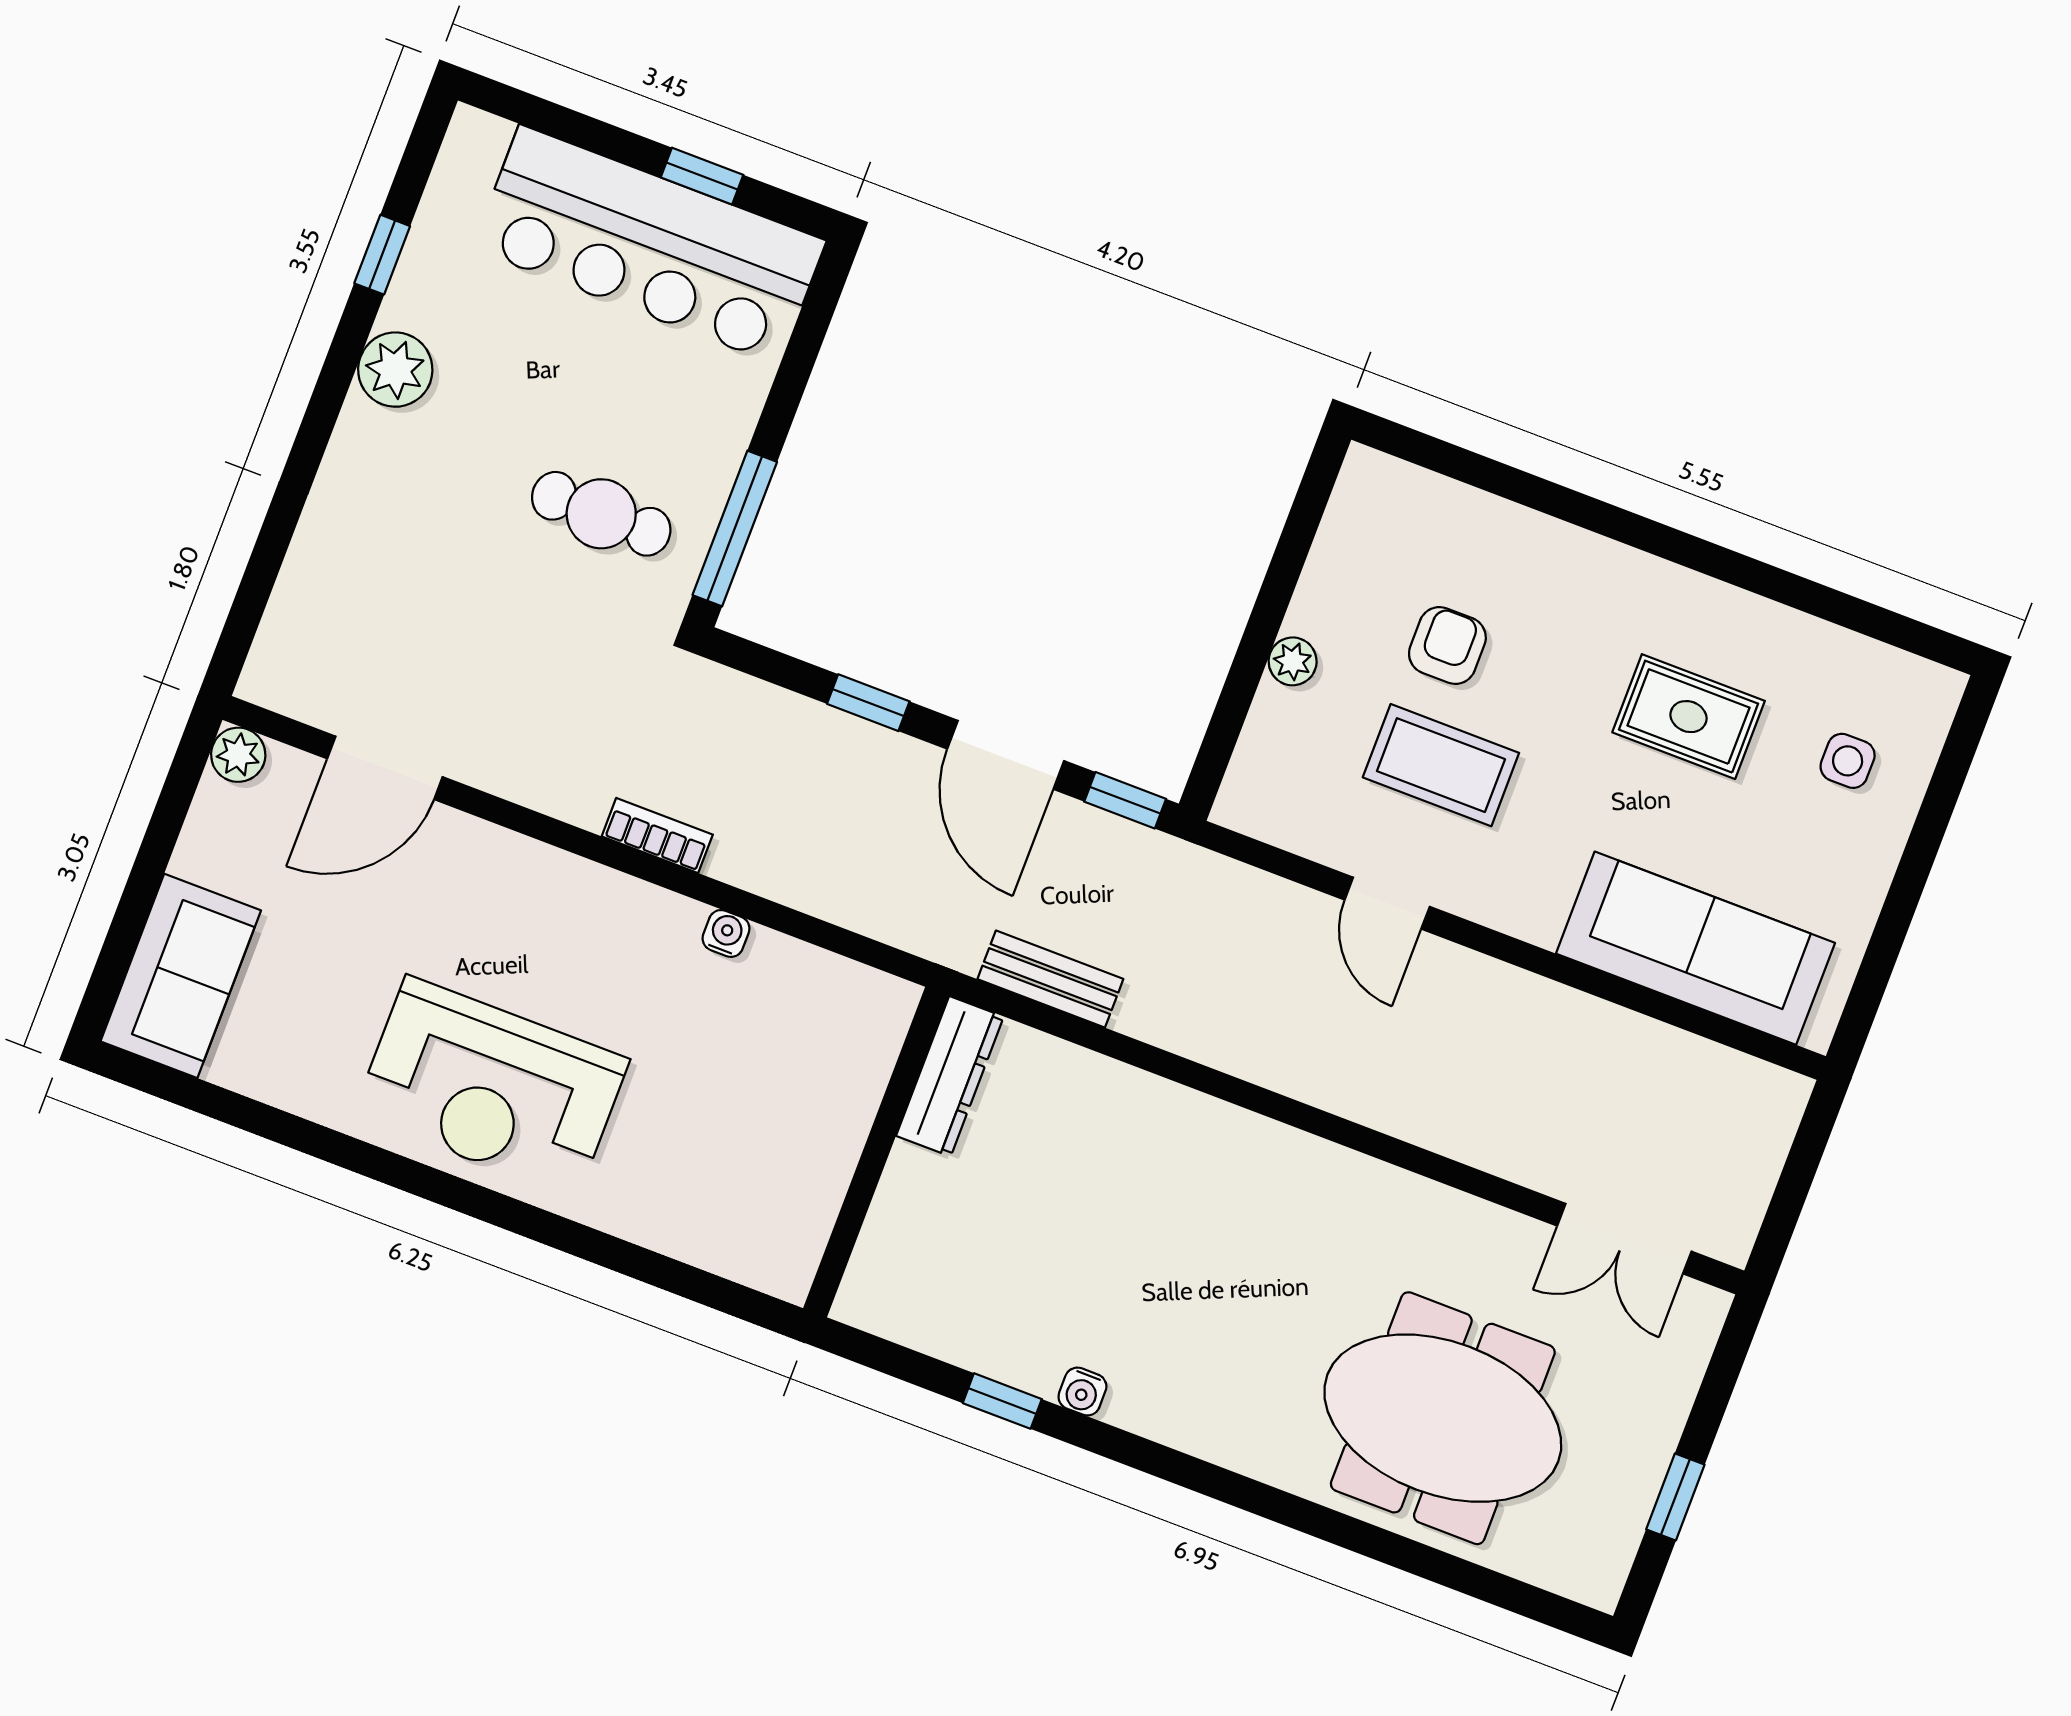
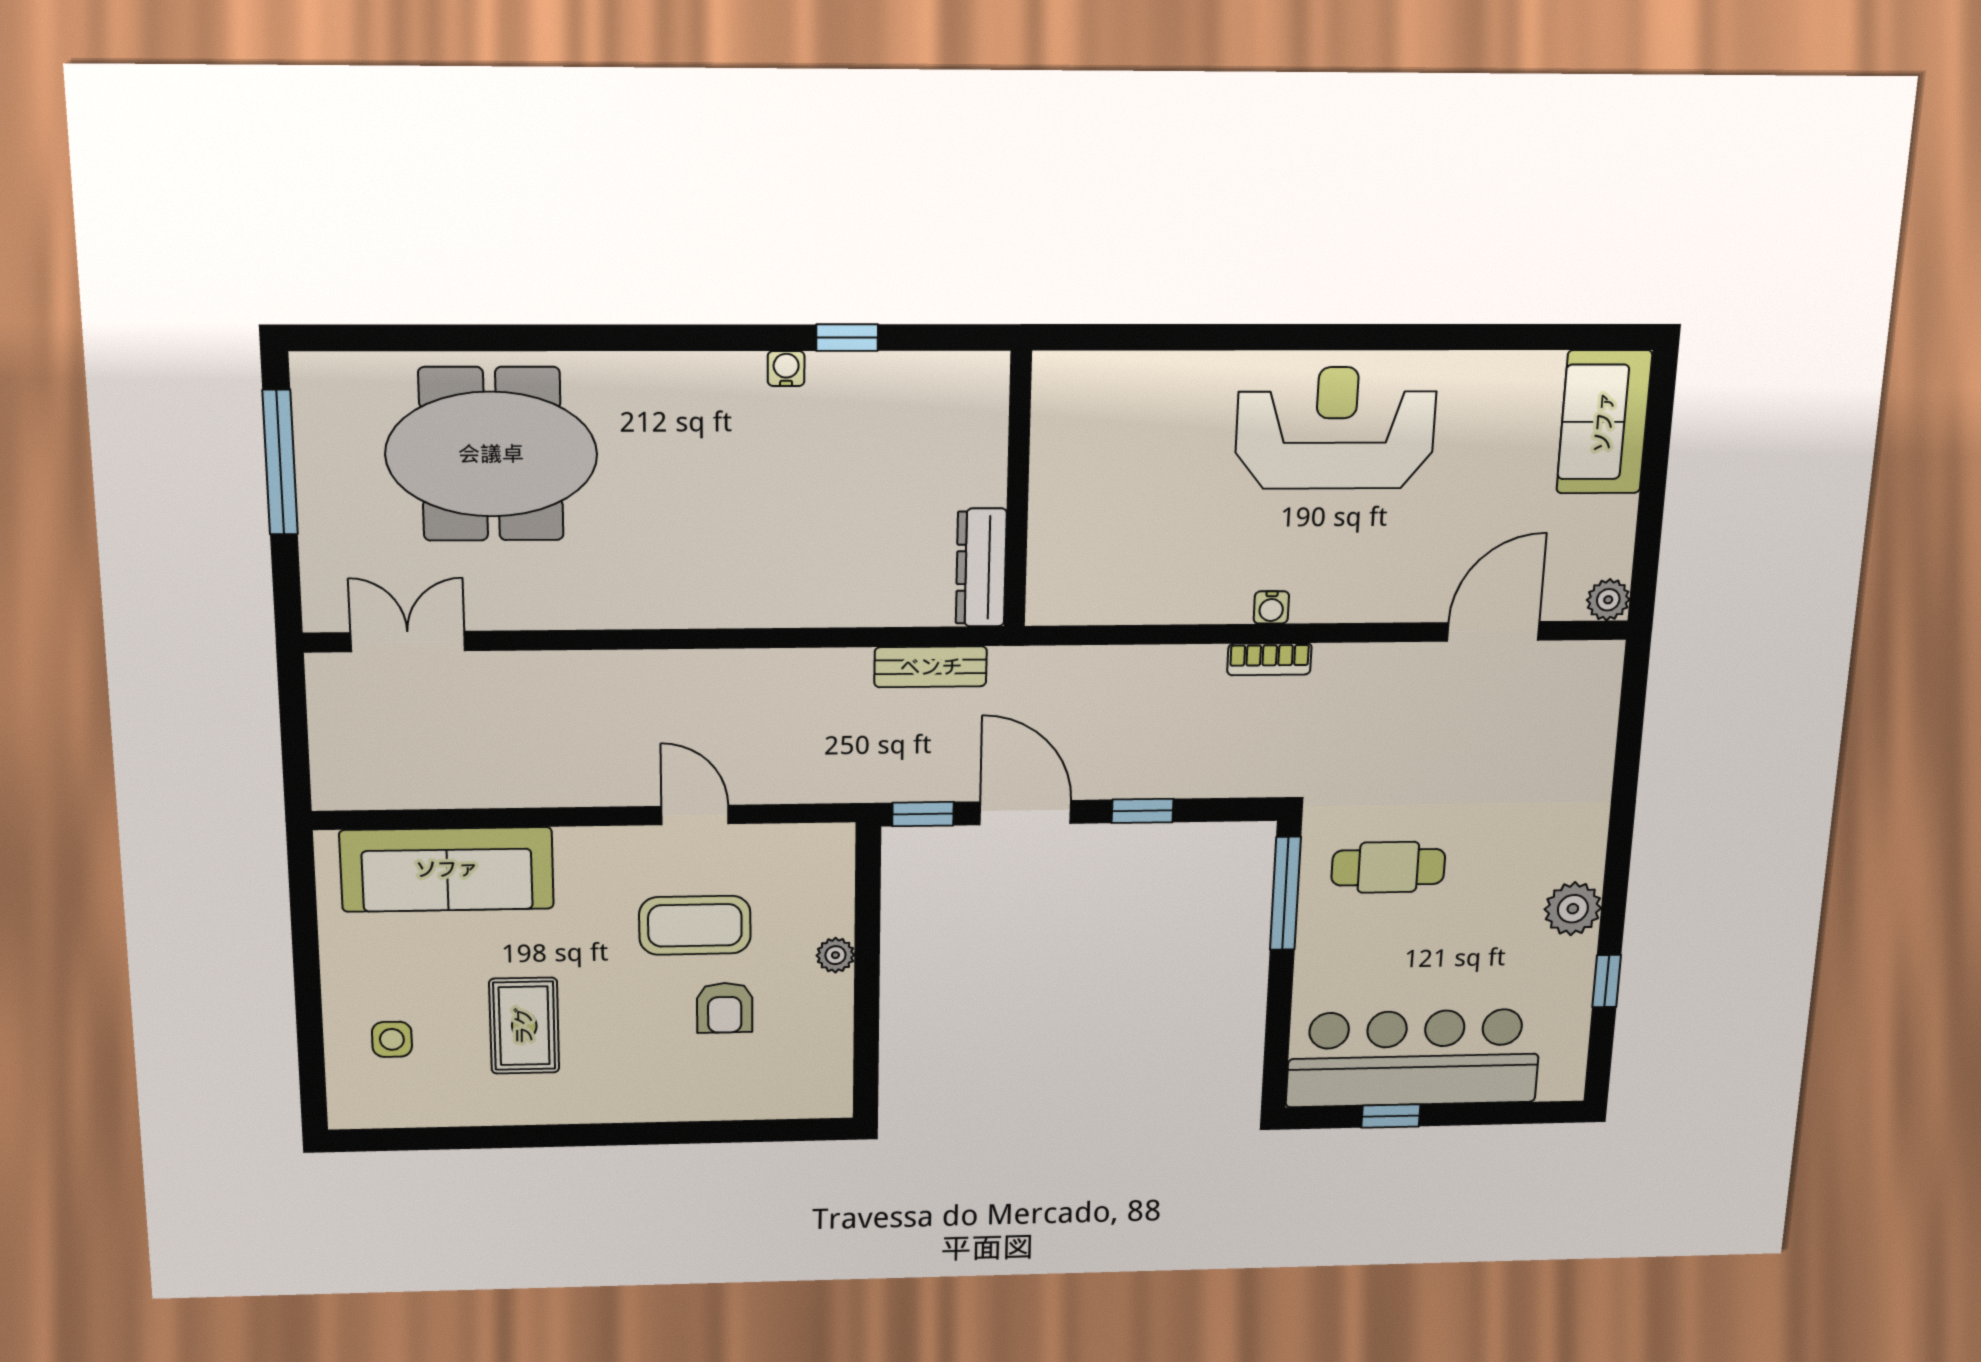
rug: (1689, 717) -> (524, 1026), turned 90
water cooler: (726, 933) -> (1271, 607), moved
window: (1675, 1497) -> (280, 462), width x2.17

